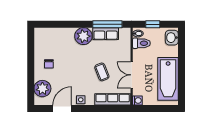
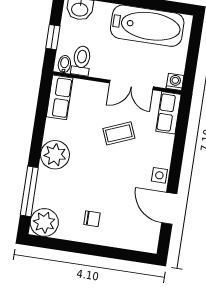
window: (107, 24) -> (29, 191), moved
row of seats: (106, 34) -> (60, 97), moved
plant: (42, 89) -> (44, 222), moved
row of seats: (113, 99) -> (168, 113), width x0.68

